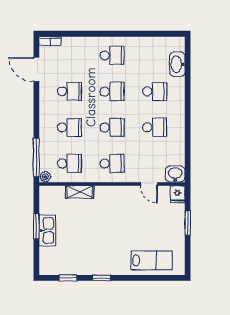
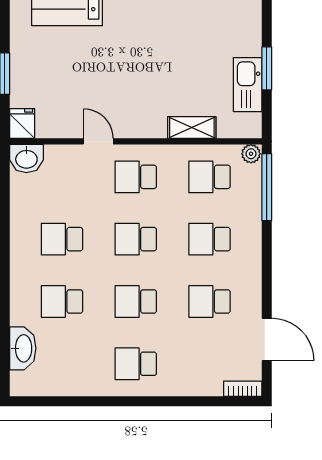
door: (149, 184) -> (98, 141), moved
kitchen sink: (47, 231) -> (248, 85), moved

